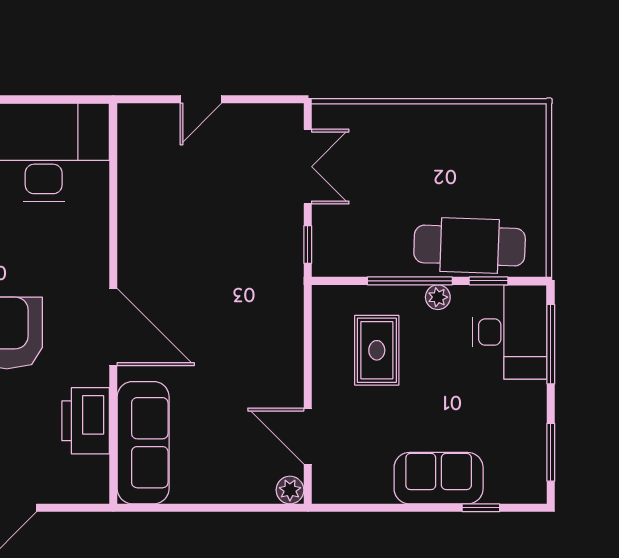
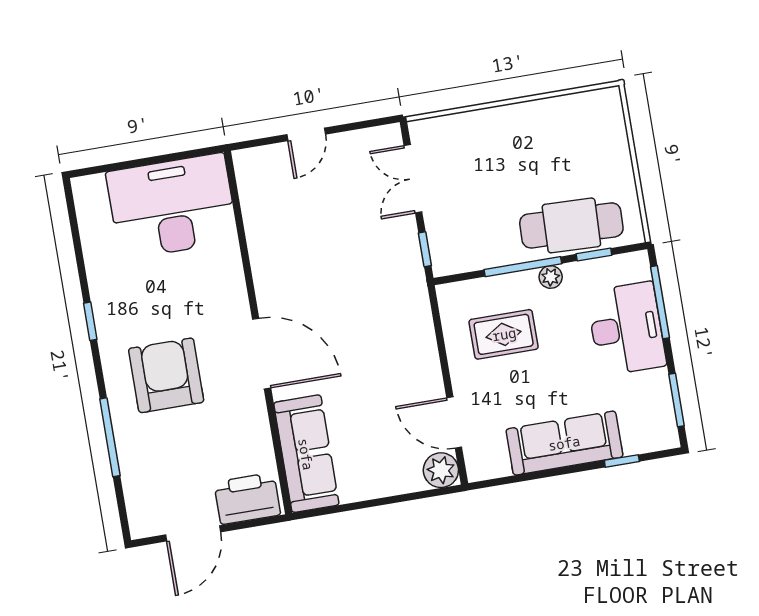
double door: (308, 167) -> (413, 179), swing flipped
desk: (510, 332) -> (626, 329), moved
rug: (377, 350) -> (504, 334), turned 90
printer: (86, 421) -> (247, 499), moved, turned 90
sofa: (439, 478) -> (564, 443), width x1.36
plant: (290, 490) -> (441, 470), width x1.38, depth x1.38

